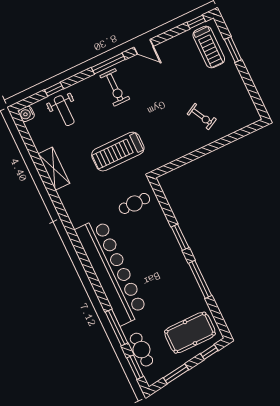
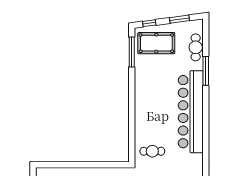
window: (180, 237) -> (132, 113), removed
window: (200, 279) -> (132, 52), moved
window: (135, 367) -> (206, 37), removed

